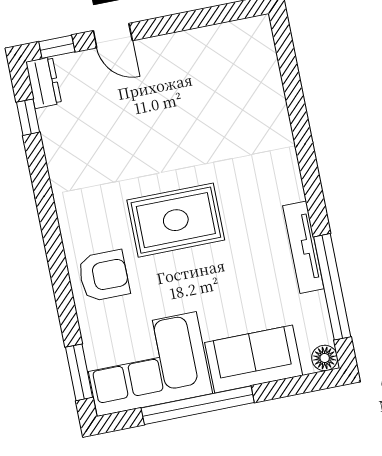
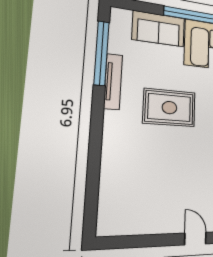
rug: (176, 220) -> (169, 108), moved
floor lamp: (325, 358) -> (118, 15), removed

